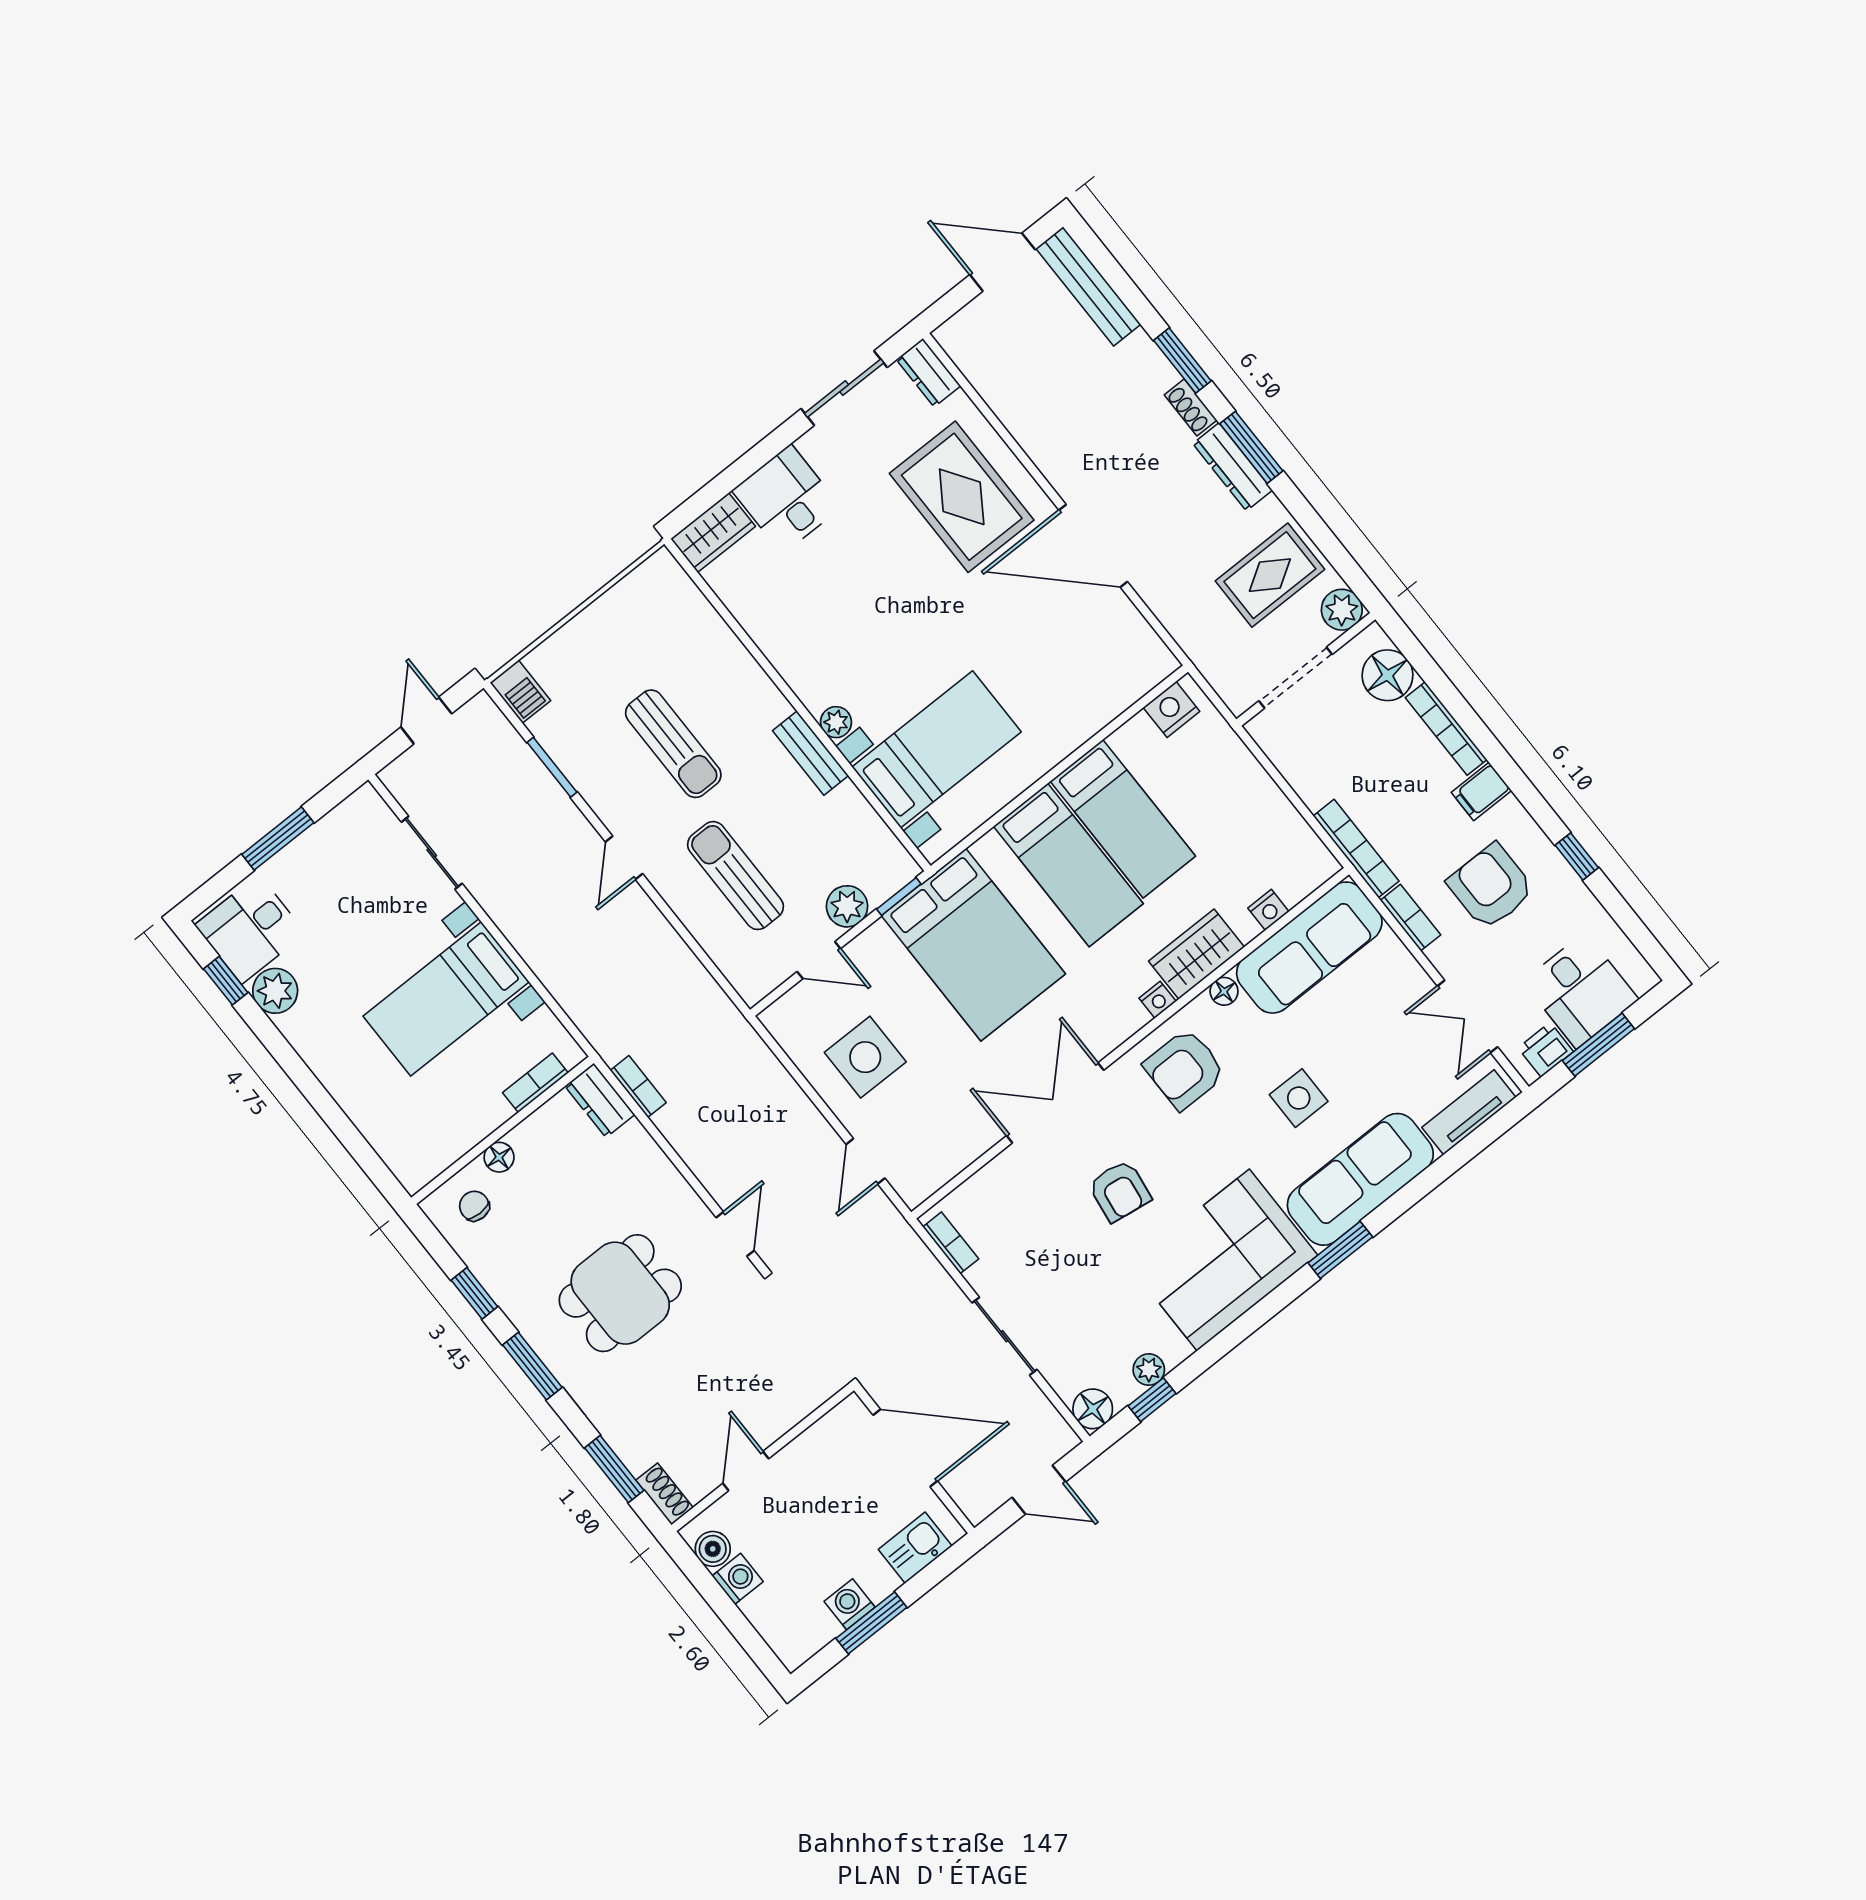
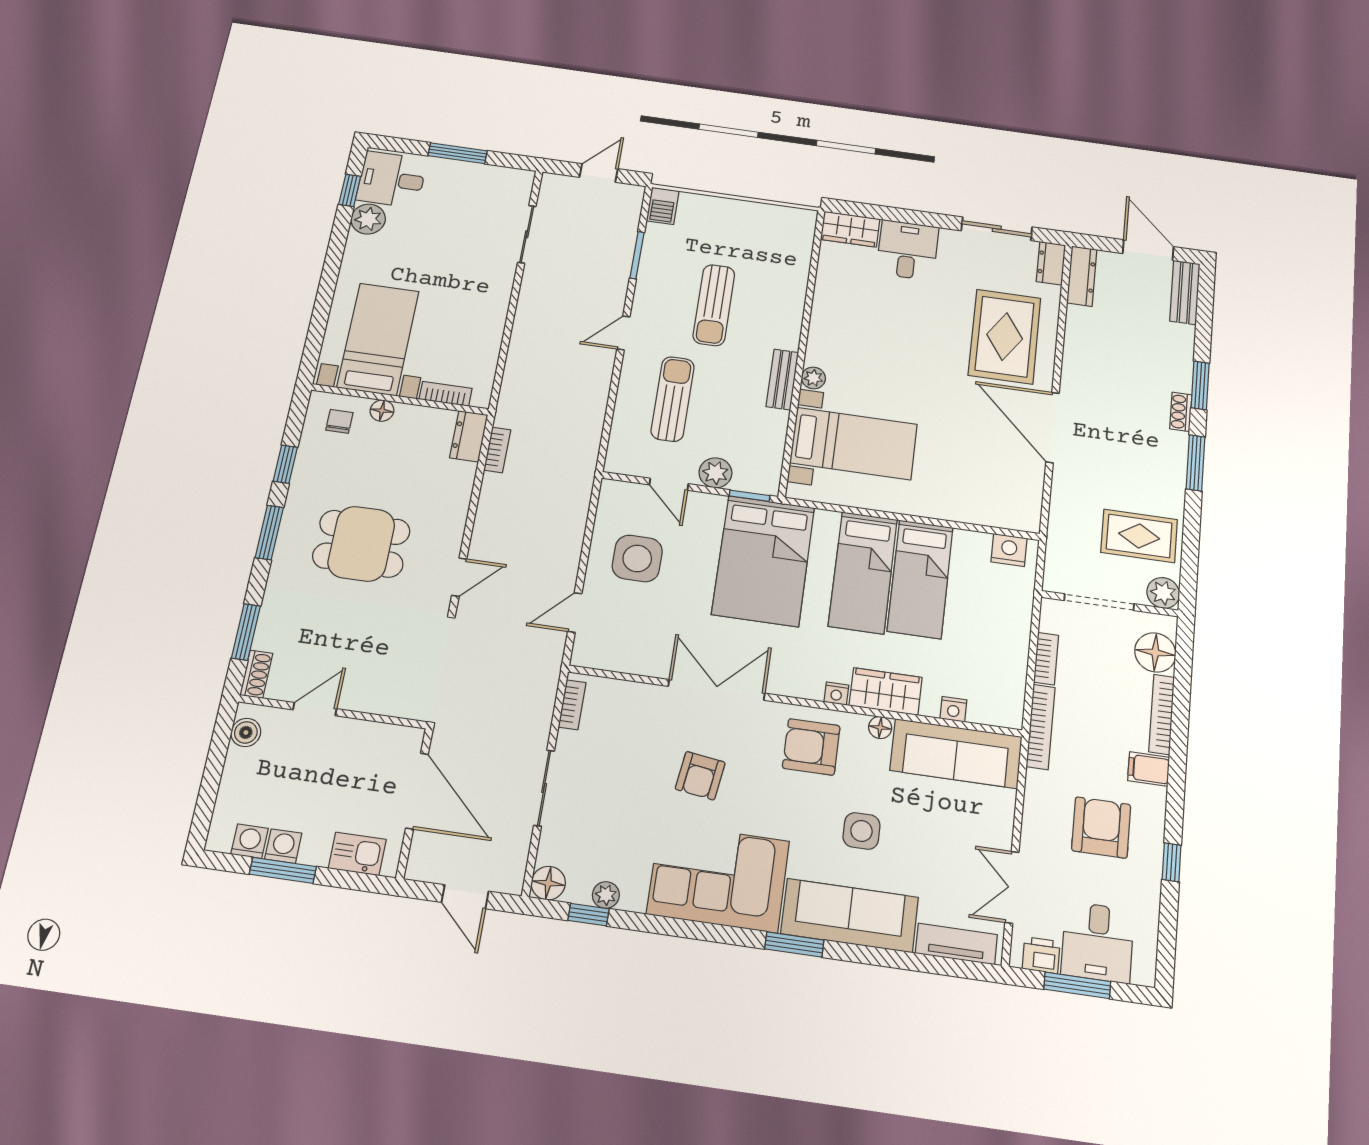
bench: (1088, 286) -> (1185, 292), width x0.73
dresser: (1233, 467) -> (1082, 276), moved, turned 180
bookcase: (1410, 918) -> (1046, 659), moved
bed with nightstands: (446, 999) -> (378, 339), moved, turned 90
washing machine: (738, 1579) -> (250, 841), moved, turned -90

